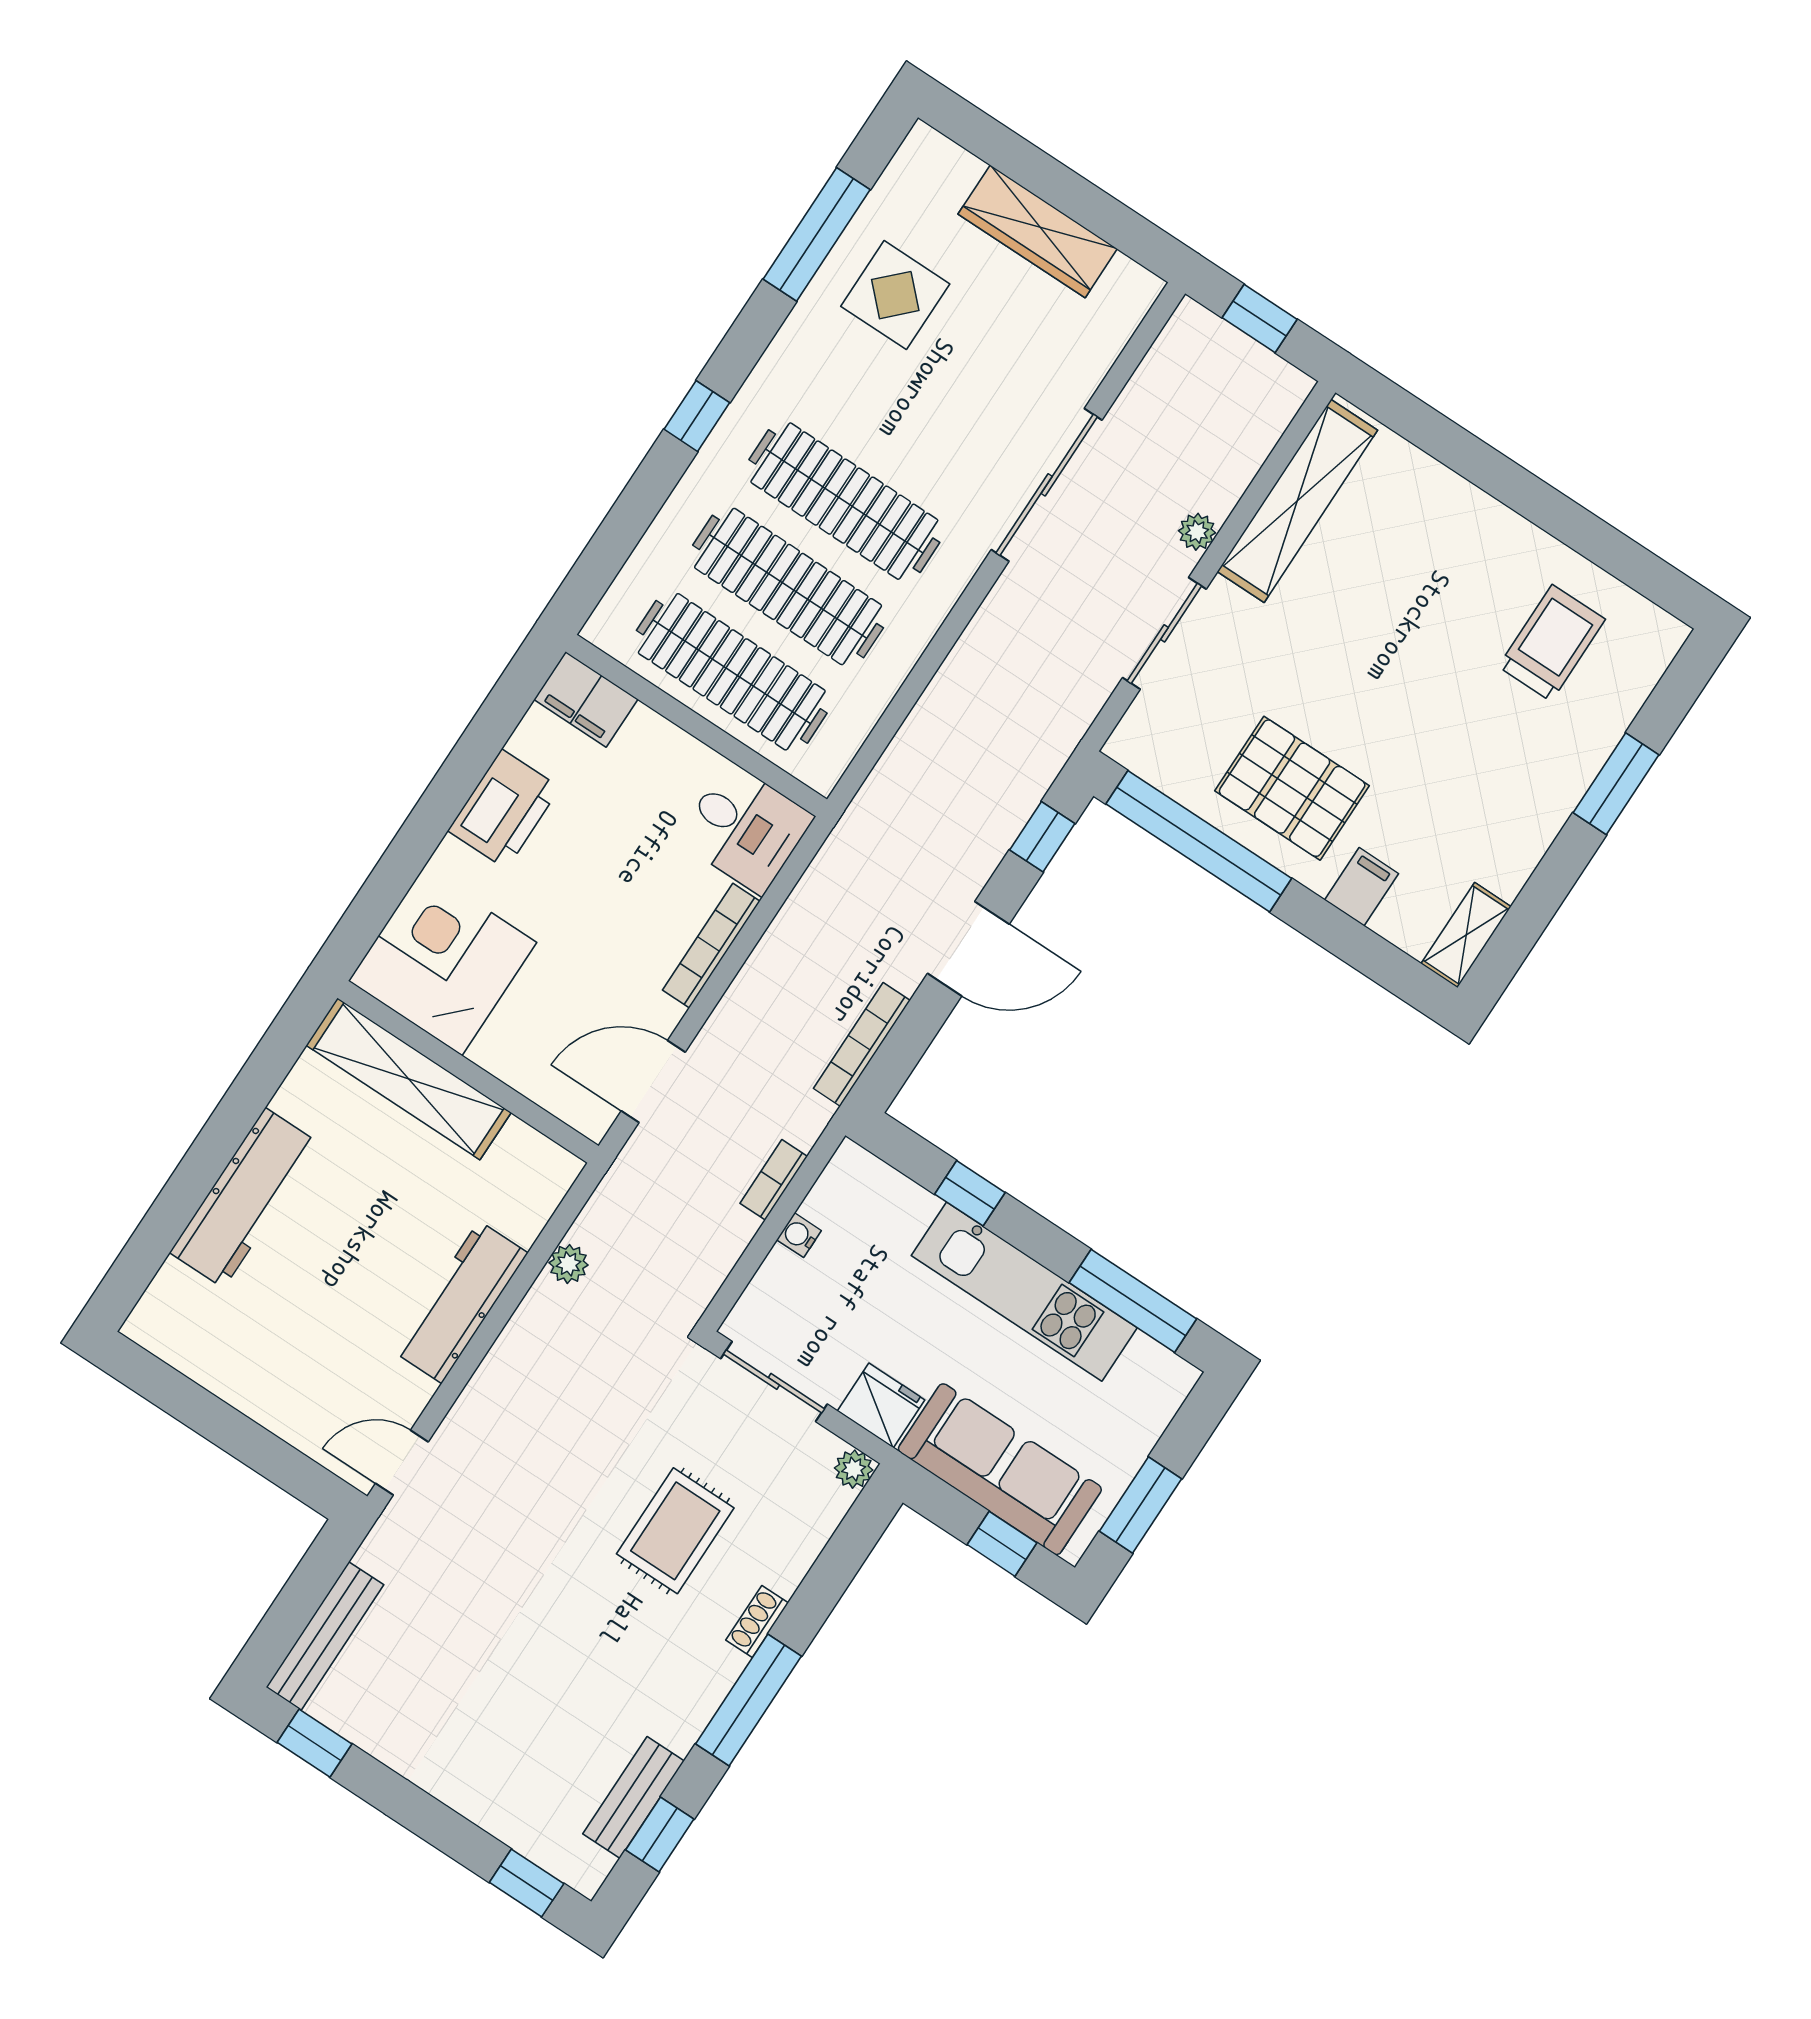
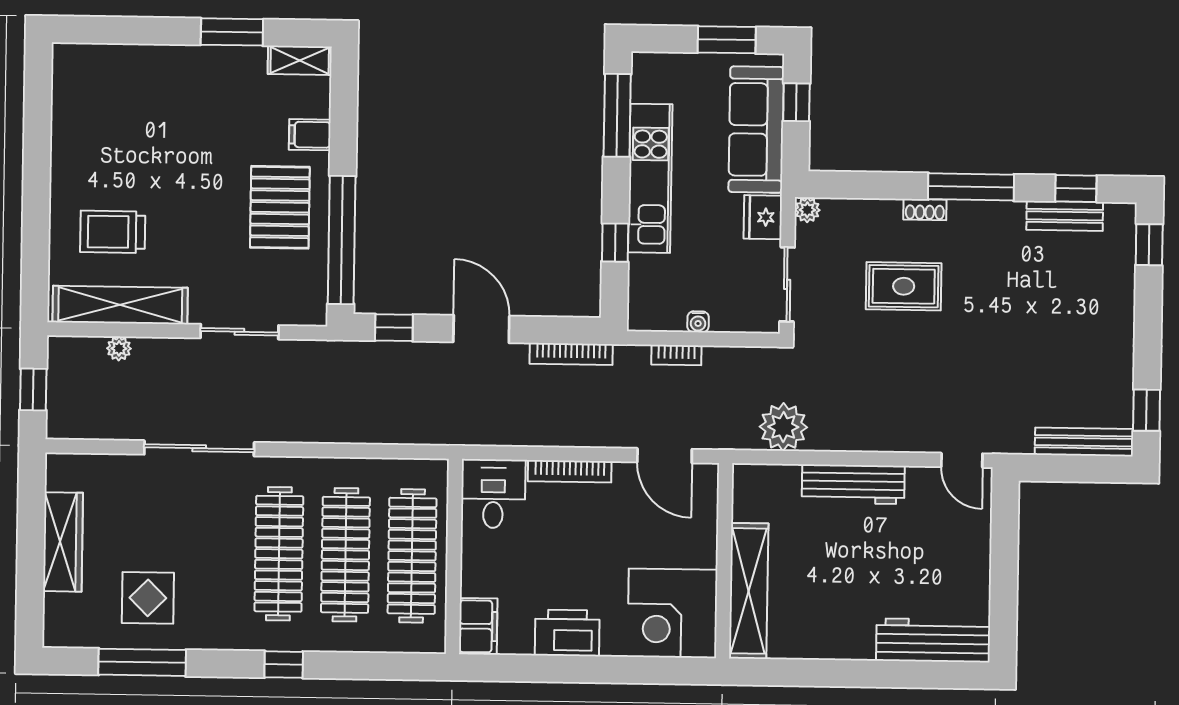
plant: (1197, 532) -> (119, 348), moved
trolley: (1552, 643) -> (113, 232), moved
window: (1616, 784) -> (232, 32), moved
workbench: (244, 1198) -> (933, 640), moved
plant: (569, 1264) -> (783, 427), width x1.88, depth x1.88

